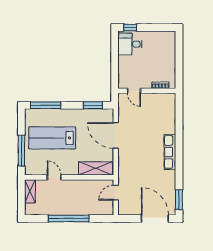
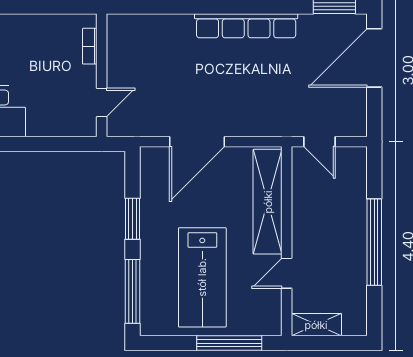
window: (93, 105) -> (132, 219), moved
row of seats: (170, 152) -> (246, 26), width x1.36
shelving: (95, 168) -> (268, 202), width x1.47

